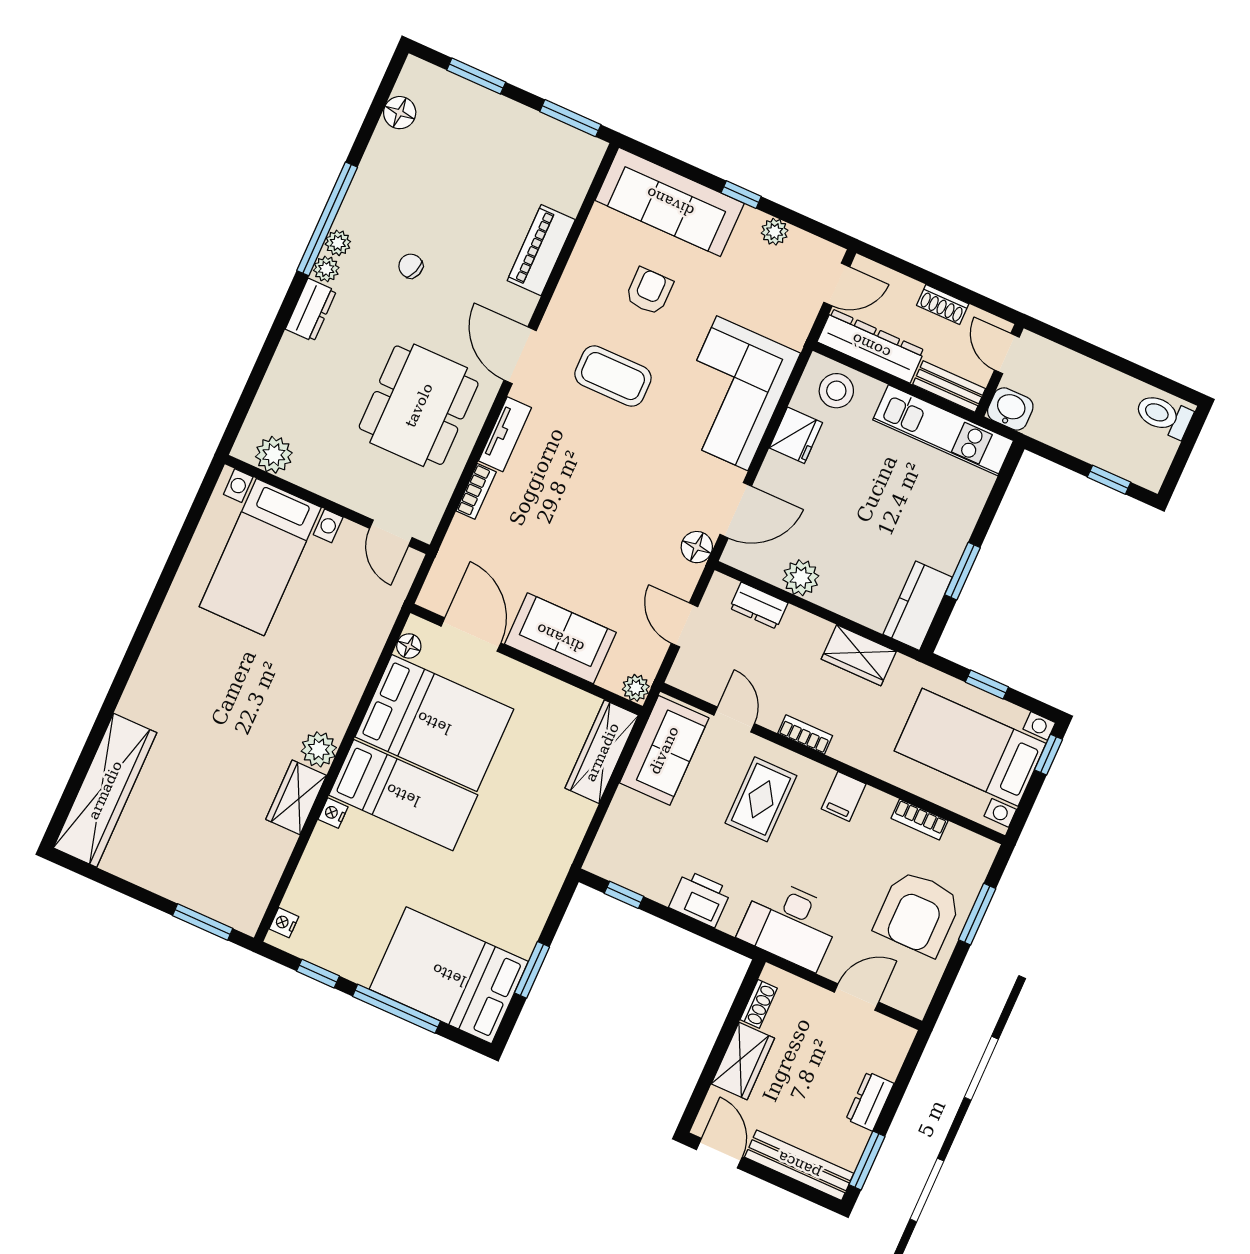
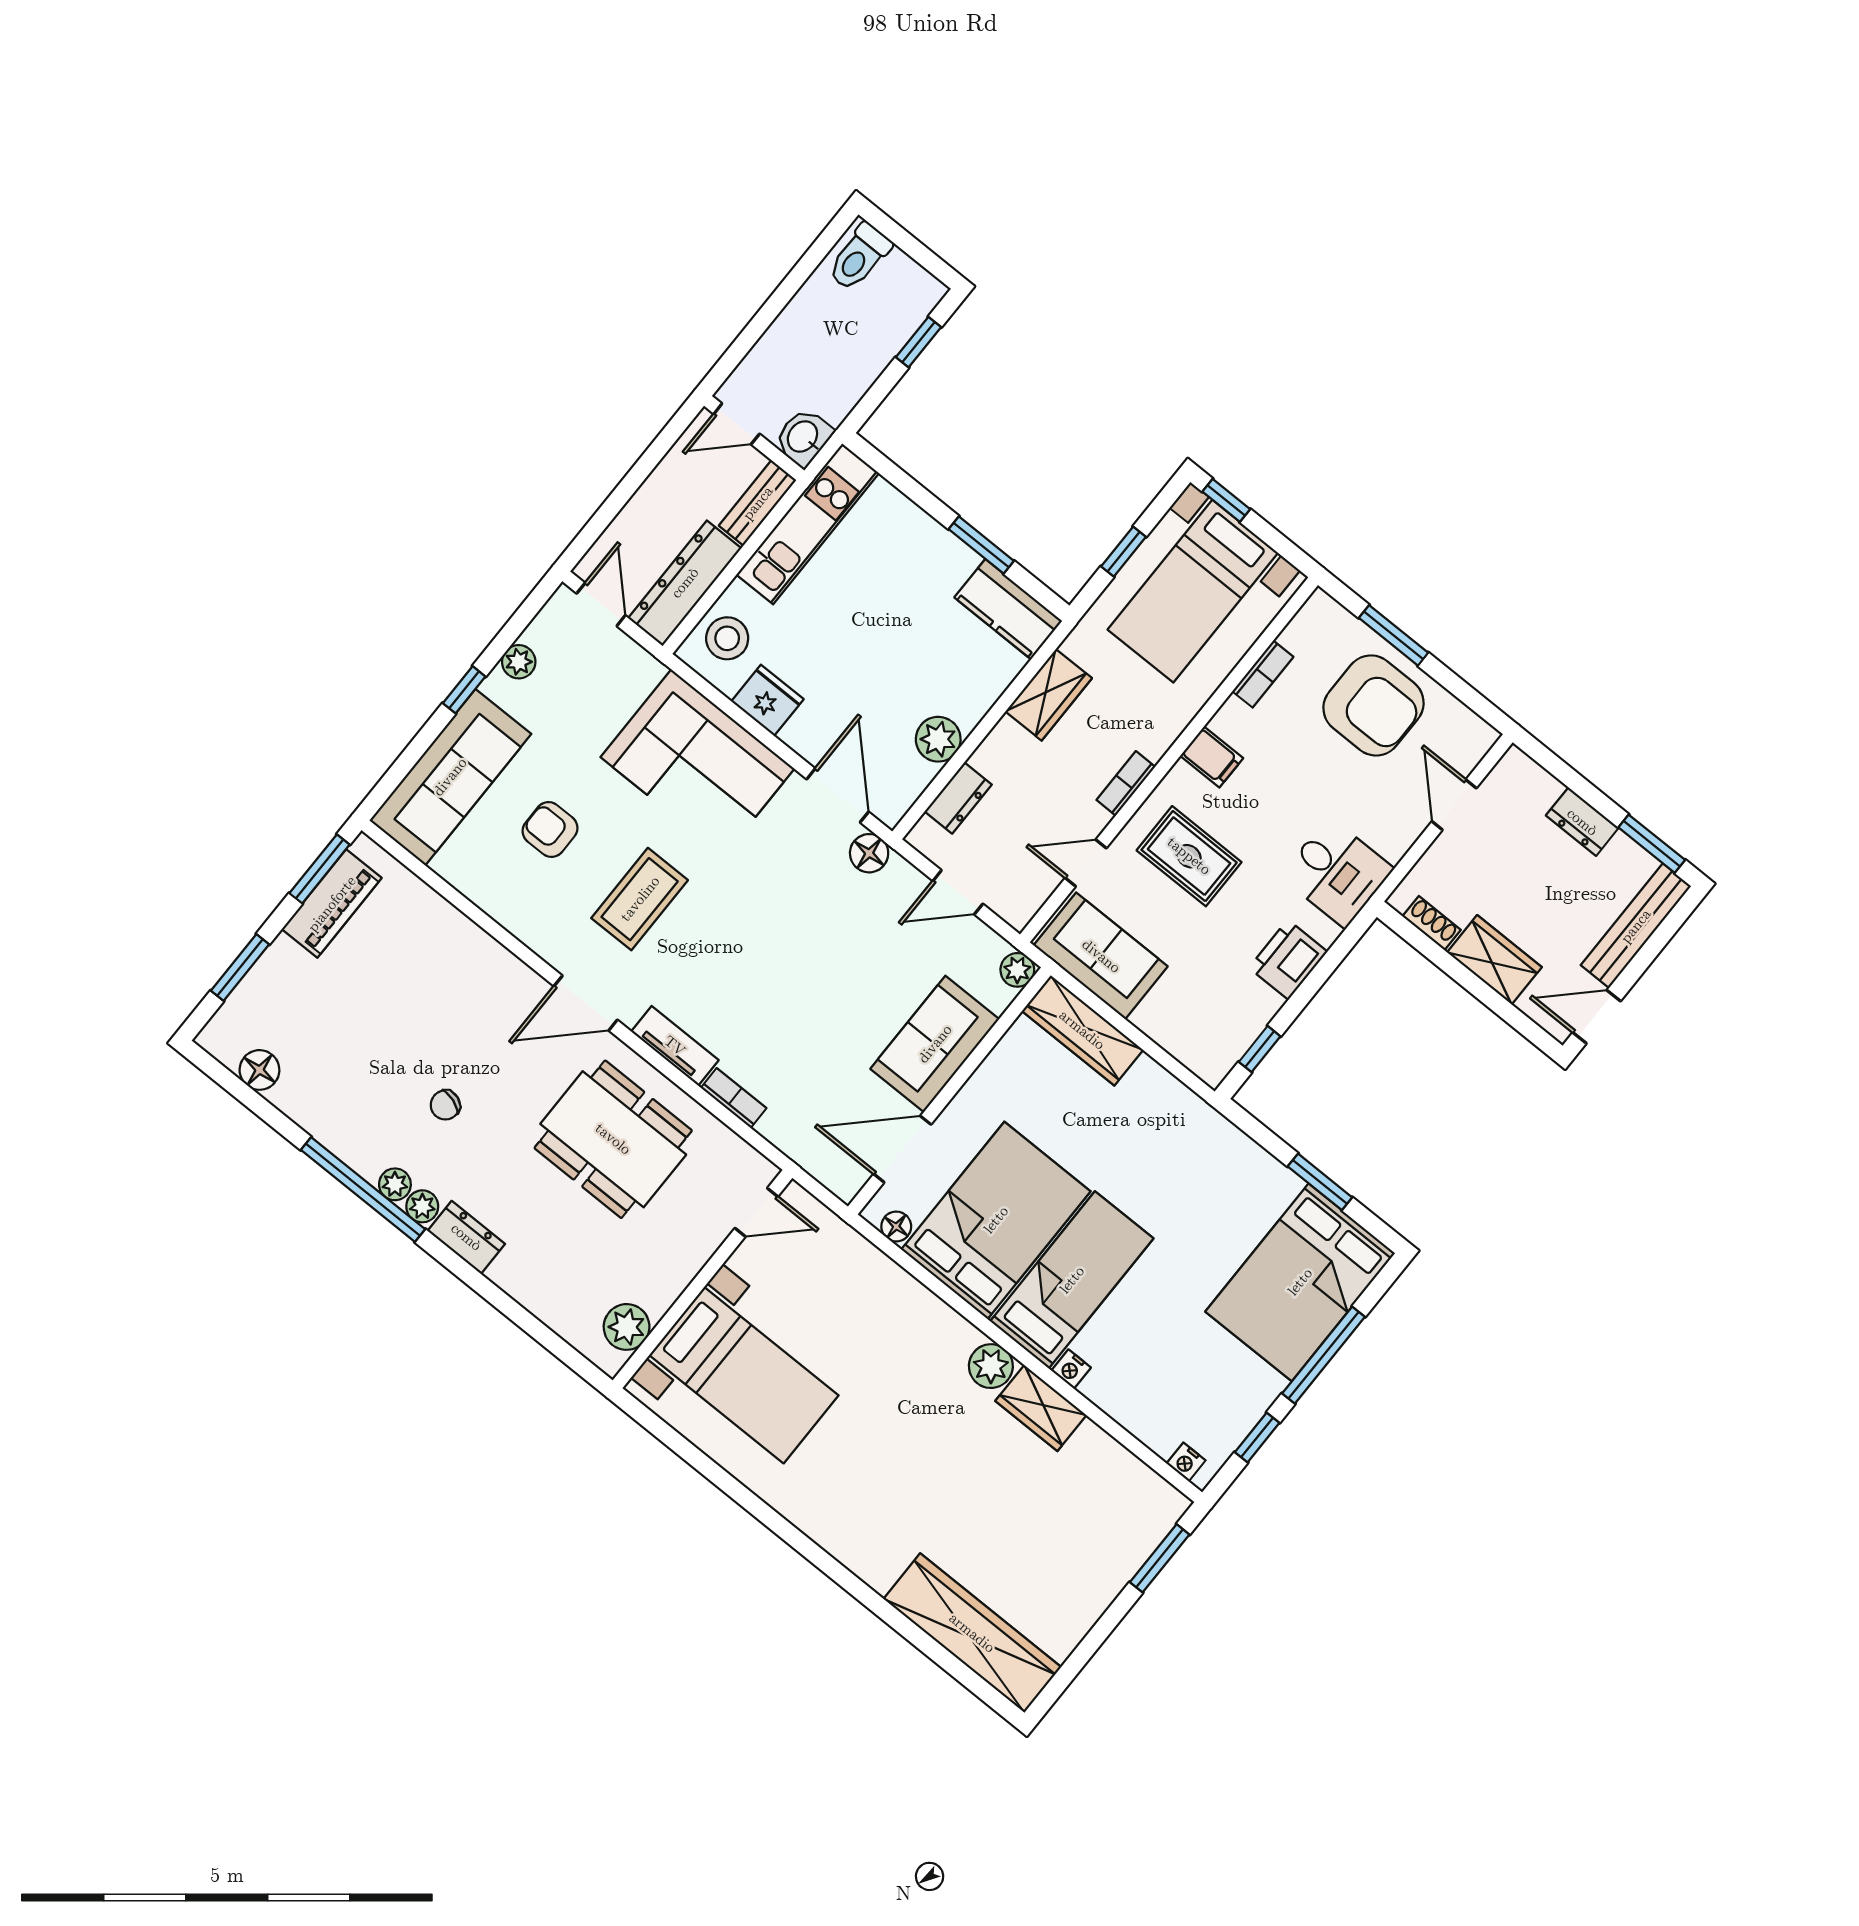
piano: (541, 250) -> (332, 904), moved, turned -90
shoe rack: (943, 305) -> (658, 485), removed
desk: (790, 924) -> (1337, 872), width x0.73

